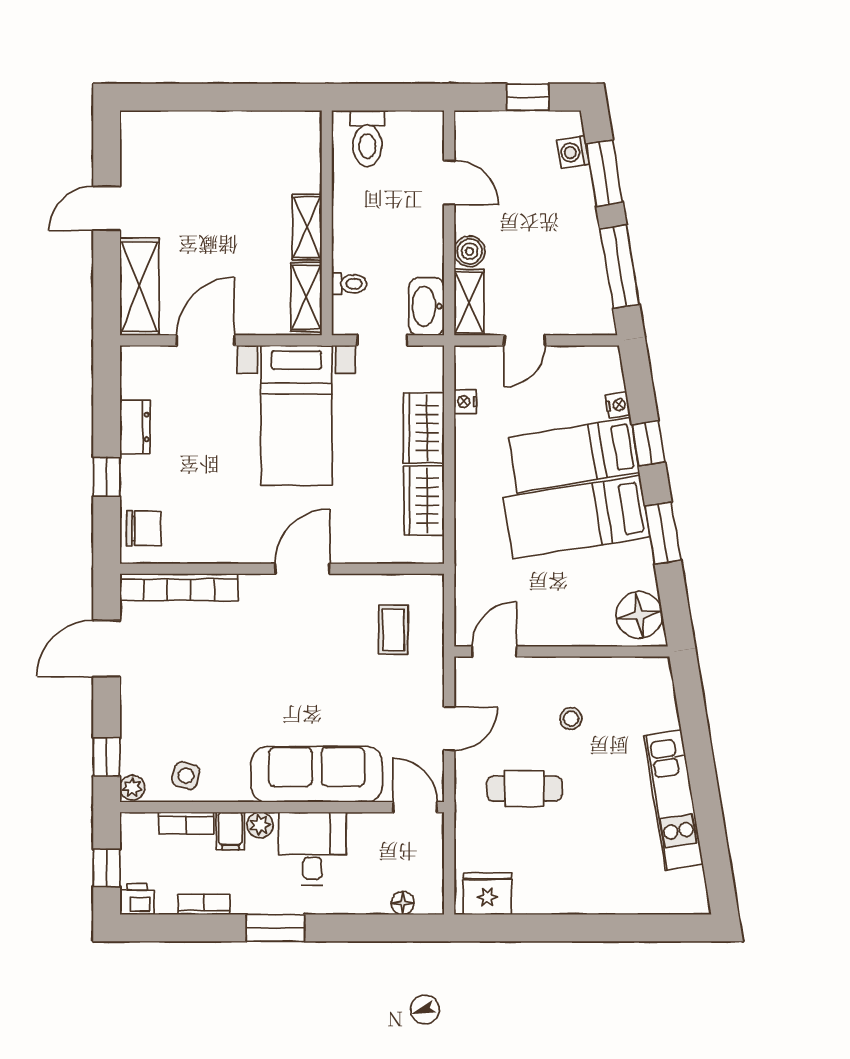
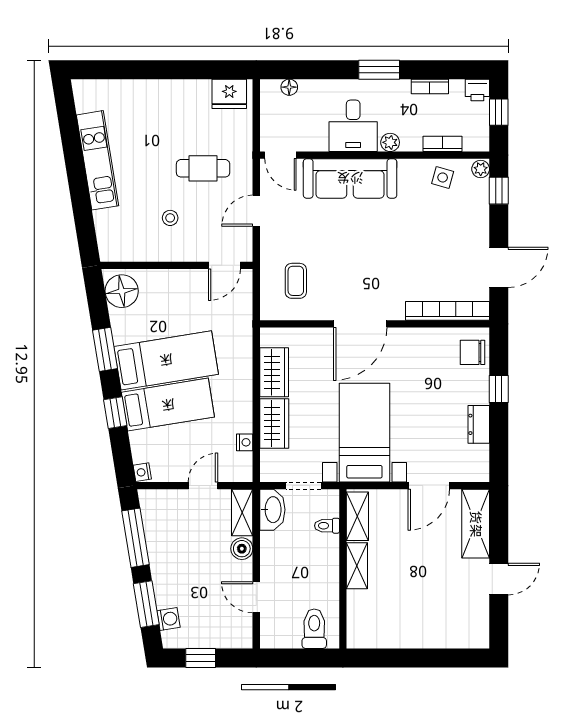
nightstand: (618, 405) -> (142, 472), moved
door: (302, 569) -> (360, 324), width x1.36
filing cabinet: (230, 831) -> (411, 138), removed

